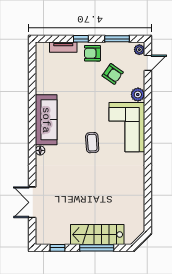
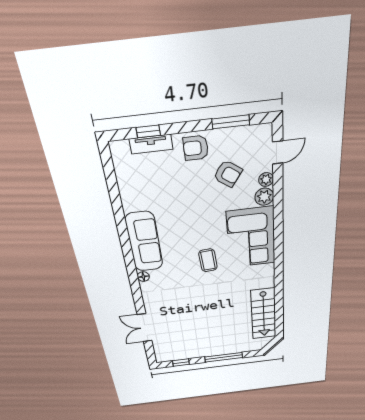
window: (81, 39) -> (148, 131), moved
plant: (139, 50) -> (266, 179), moved
stairs: (97, 235) -> (264, 314), moved, turned -90

